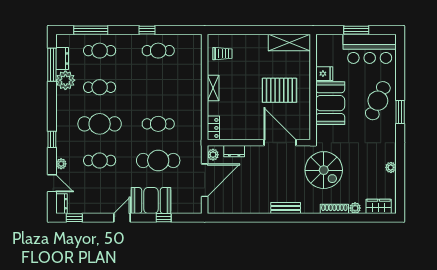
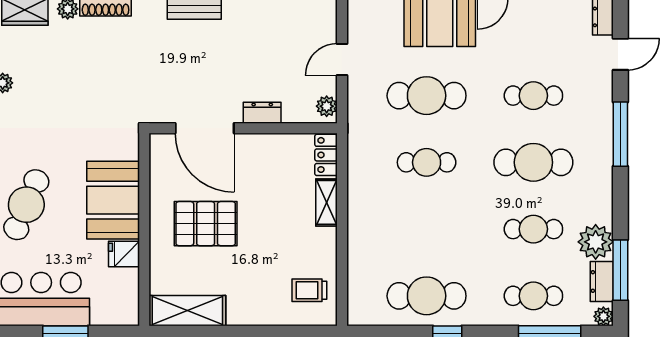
cafe table: (158, 51) -> (427, 296), width x1.37, depth x1.35
shelving: (213, 88) -> (326, 202), moved
window: (52, 139) -> (620, 134), width x2.17
dresser: (234, 151) -> (262, 113), moved
plant: (61, 164) -> (603, 316), moved
spiral stairs: (324, 170) -> (125, 78), removed
door: (205, 180) -> (342, 60), width x0.53
door: (52, 183) -> (620, 54), swing flipped

